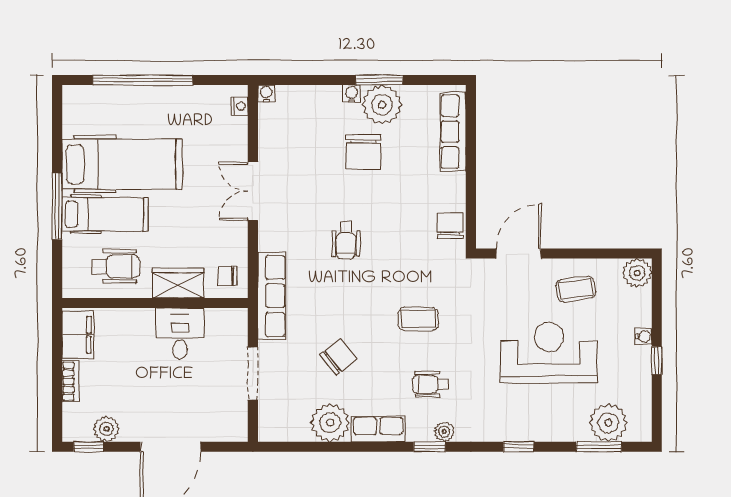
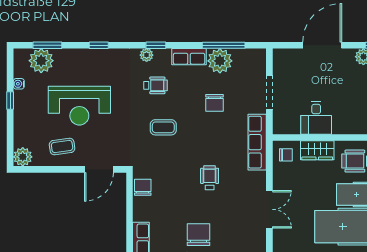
chair: (450, 226) -> (143, 187), turned 180
water cooler: (643, 336) -> (19, 84), moved
chair: (338, 357) -> (214, 103), turned -51
window: (324, 447) -> (224, 45), added

